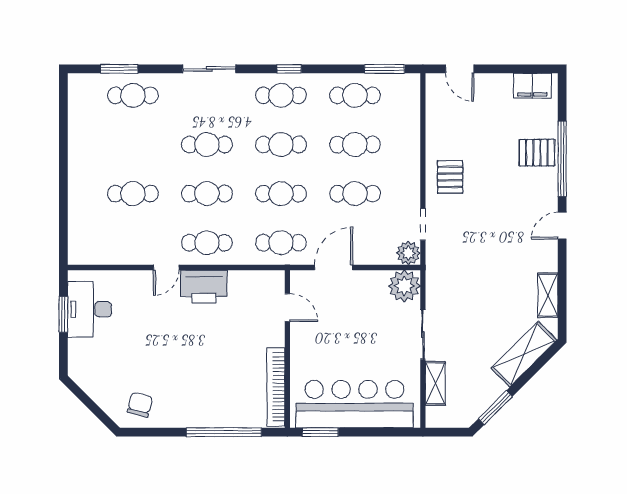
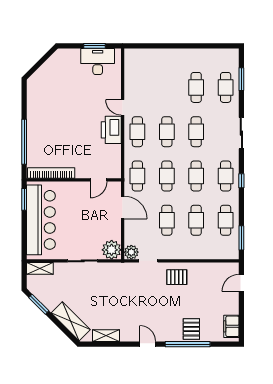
cafe table: (133, 194) -> (196, 87), moved
shelving: (435, 383) -> (40, 268), moved
chair: (140, 405) -> (41, 92), removed

